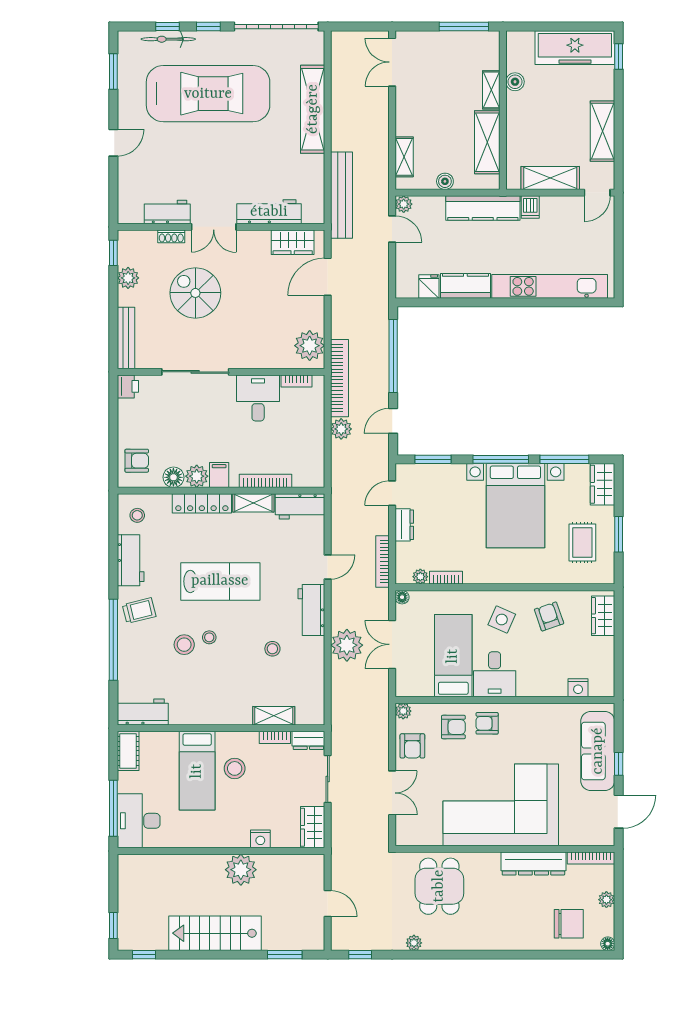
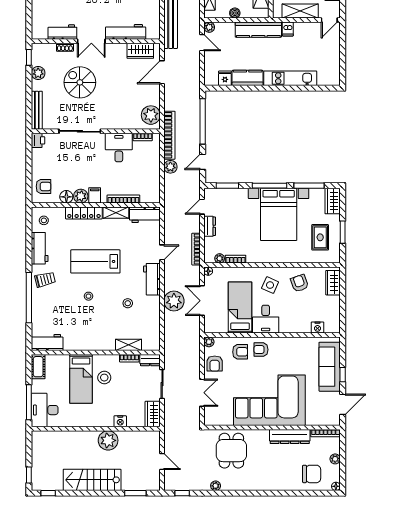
kitchen unit: (550, 286) -> (290, 78), width x0.73
lab bench: (220, 581) -> (95, 261), turned 180
stool: (184, 645) -> (73, 301), removed

